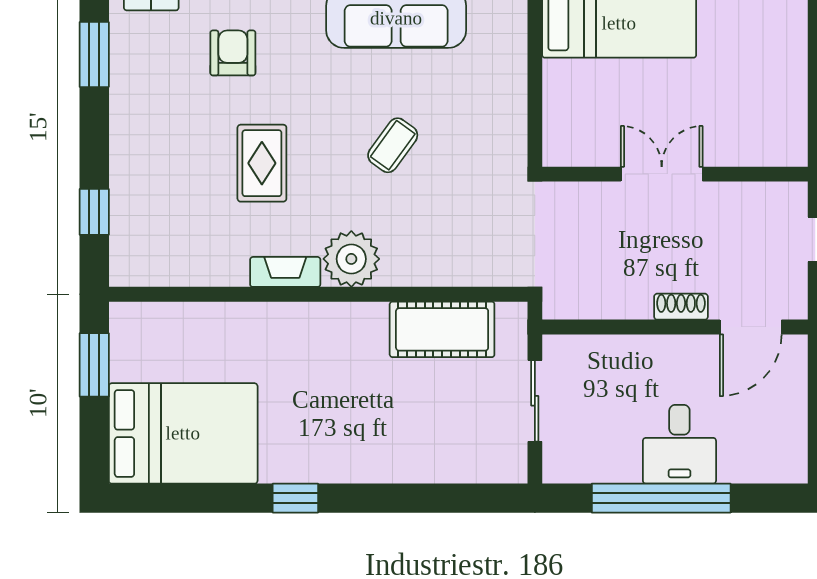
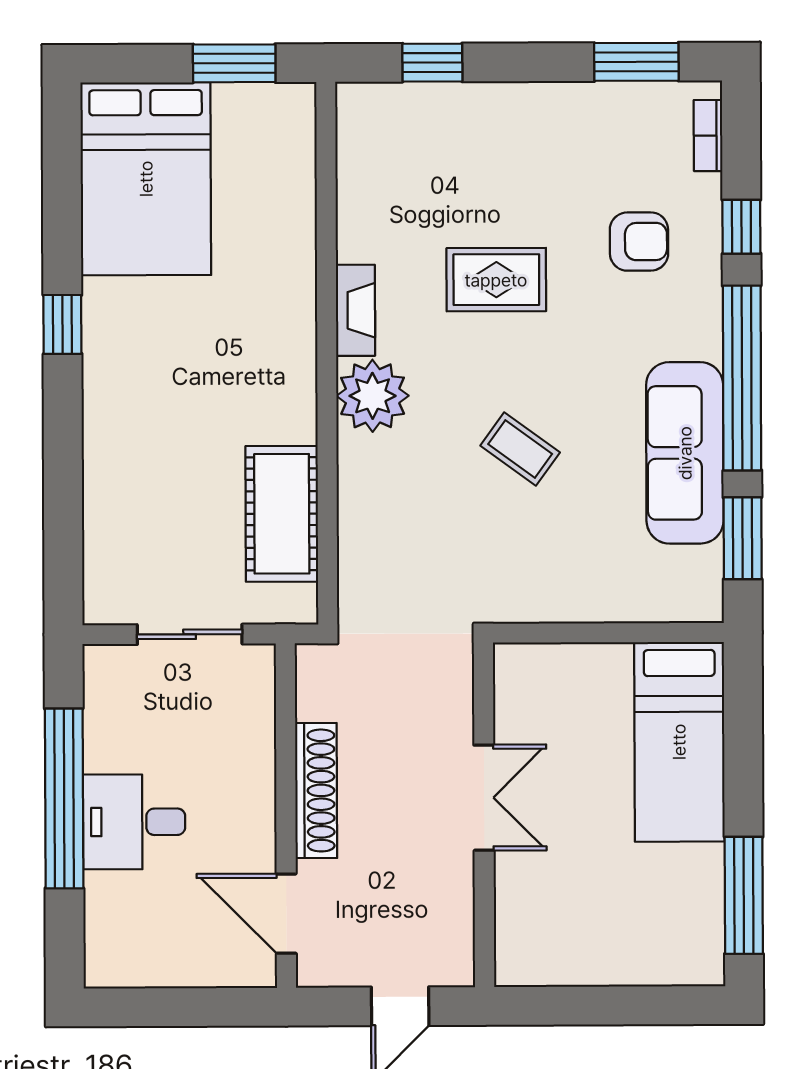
shoe rack: (681, 307) -> (316, 790), width x1.94, depth x1.24

